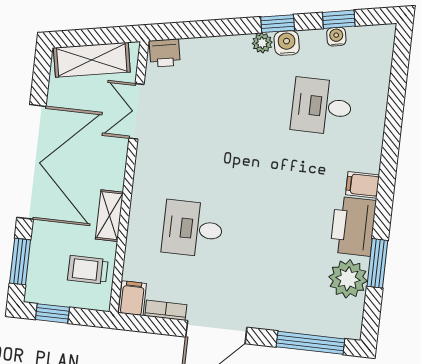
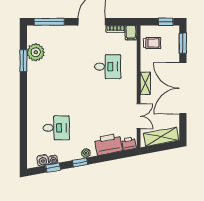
water cooler: (287, 43) -> (43, 160), moved
filing cabinet: (363, 185) -> (34, 95), removed
shelving: (109, 216) -> (145, 83), moved
printer: (353, 226) -> (108, 144), moved, turned -101

